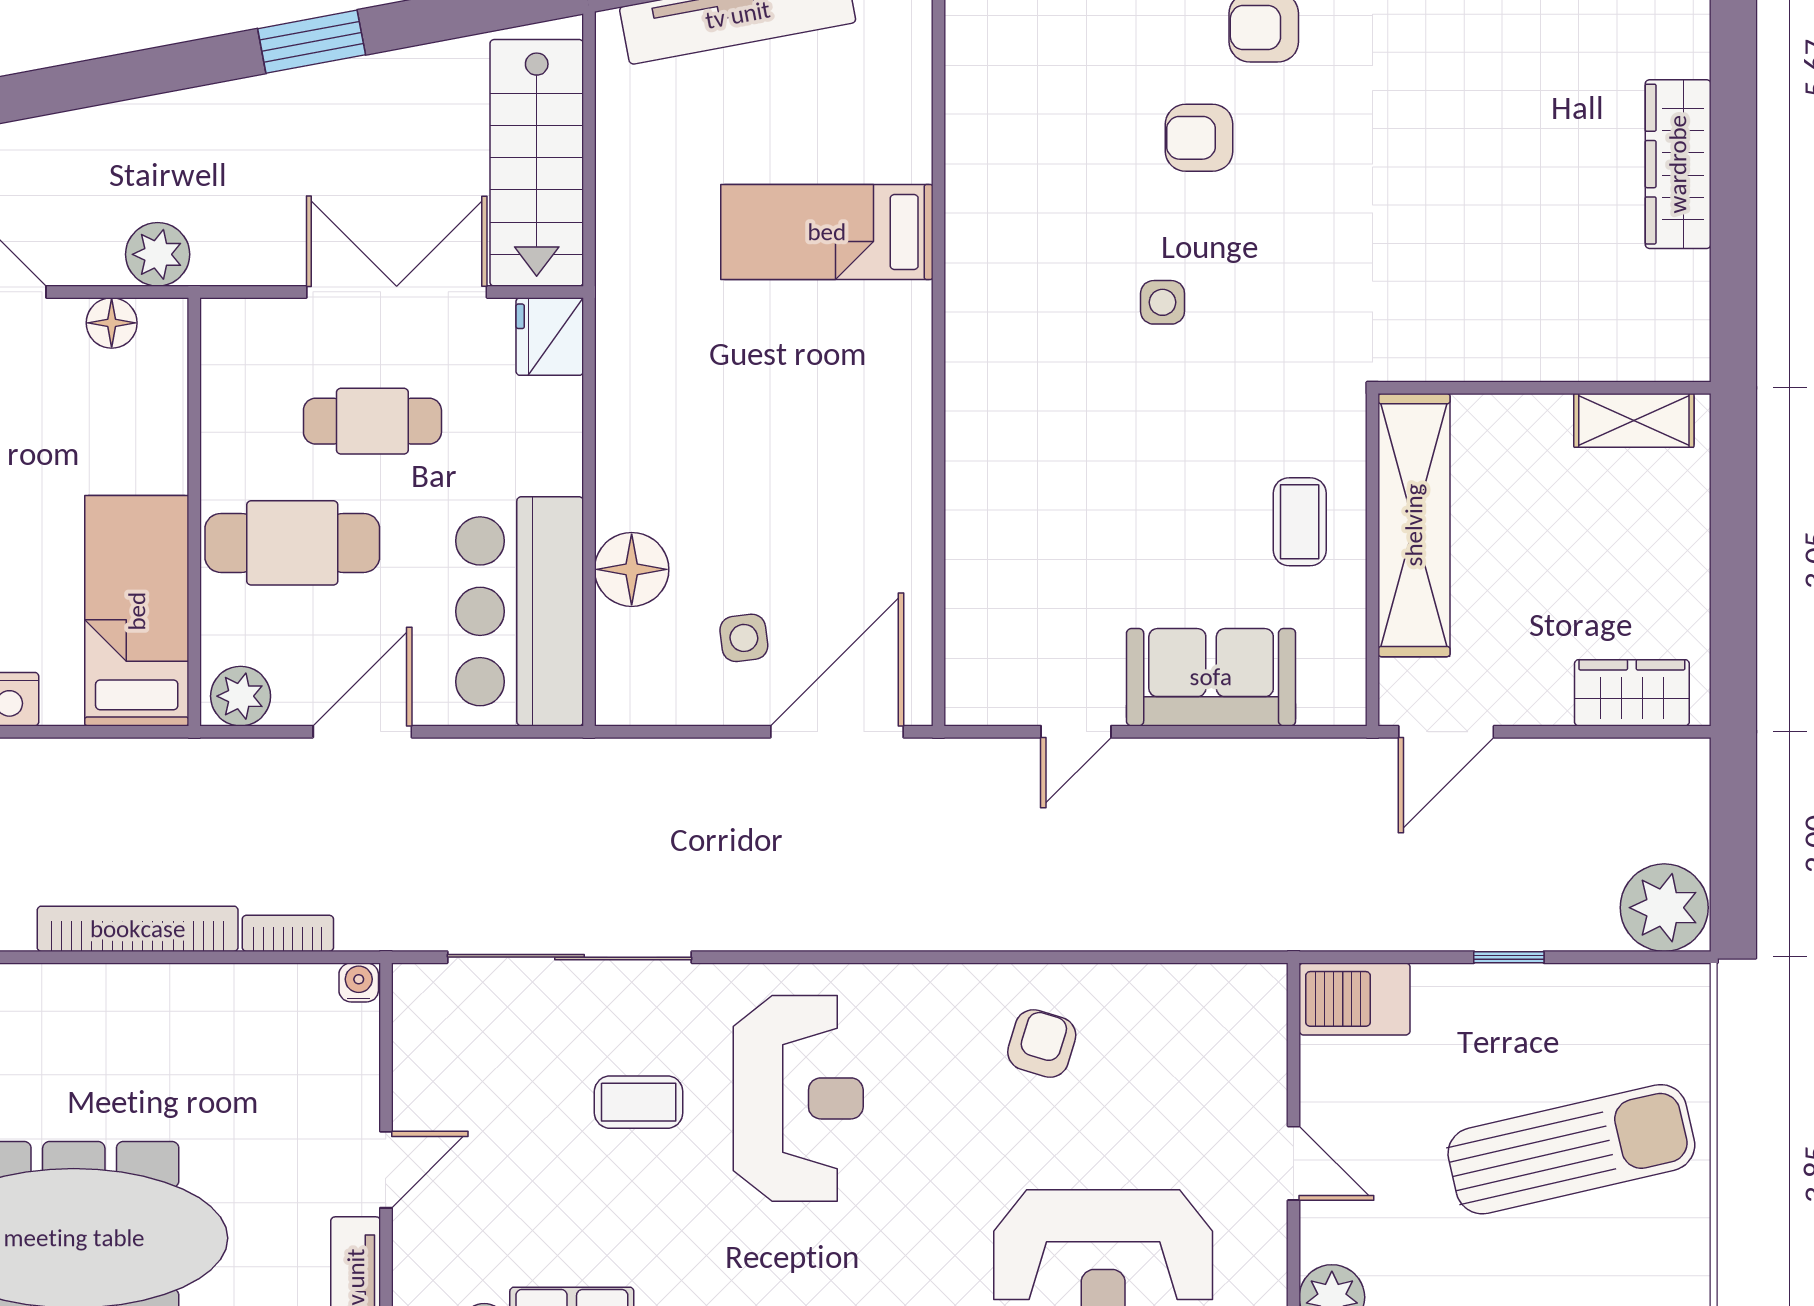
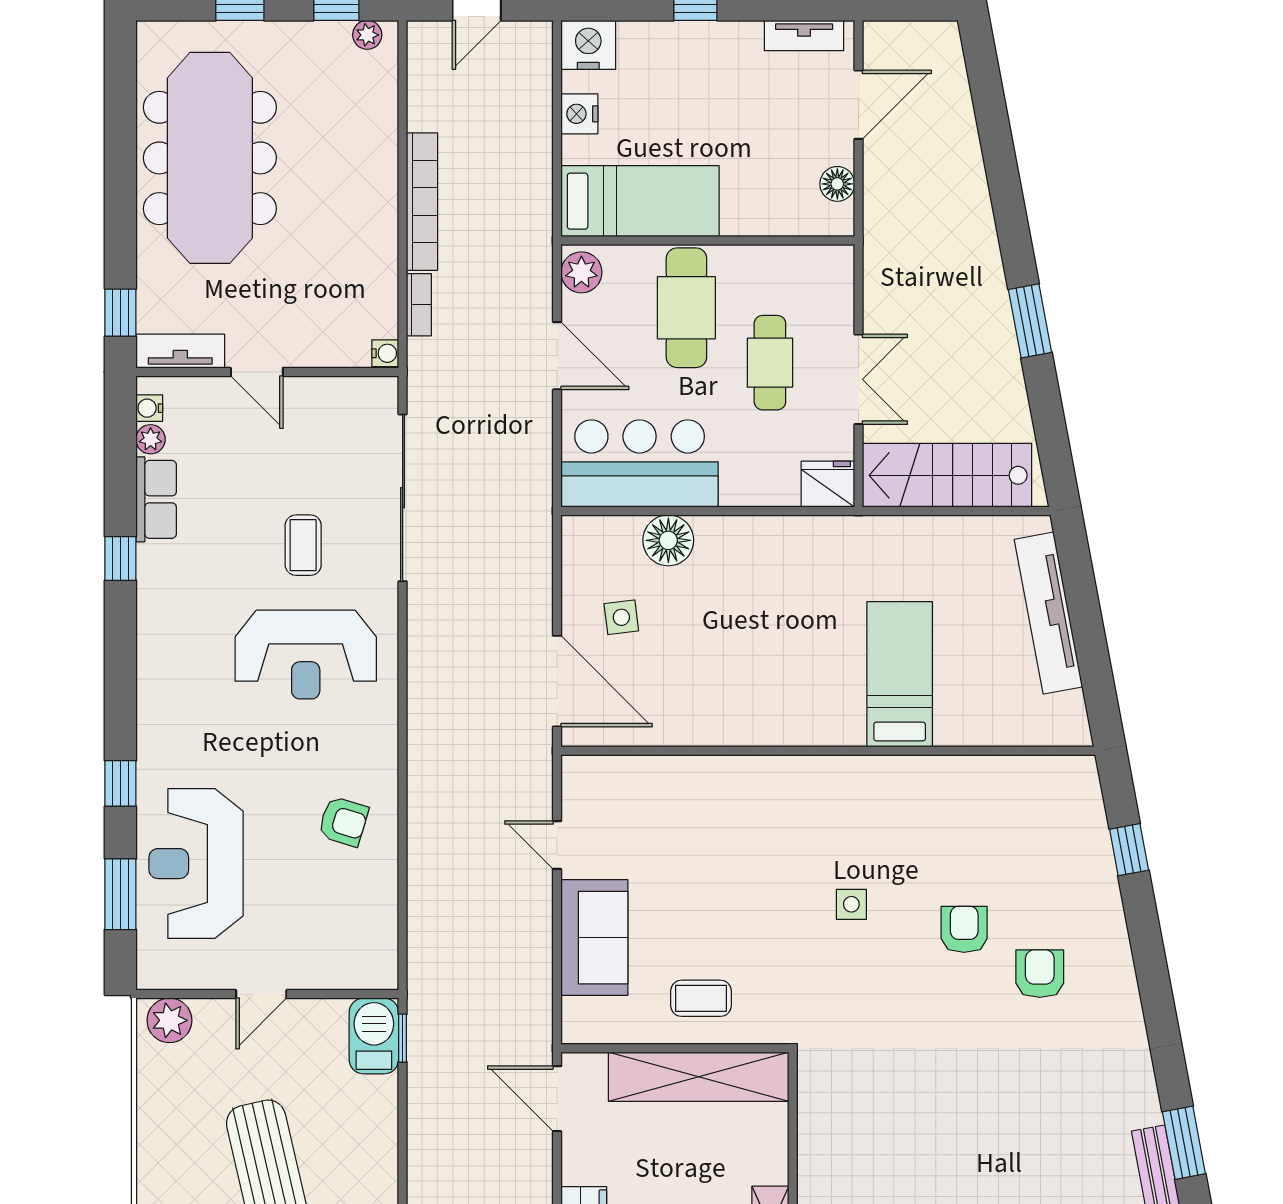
plant: (158, 254) -> (884, 215), removed
double door: (397, 292) -> (859, 379), width x0.73
window: (1509, 957) -> (403, 1038), moved

